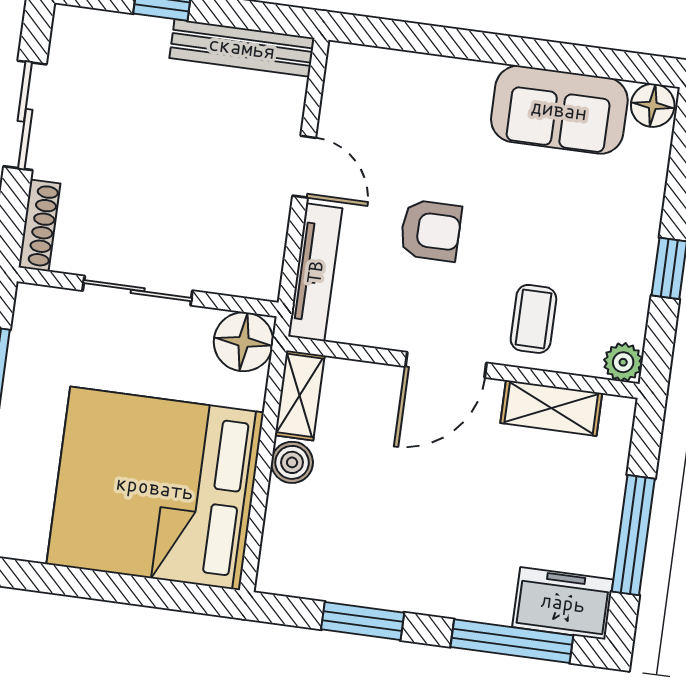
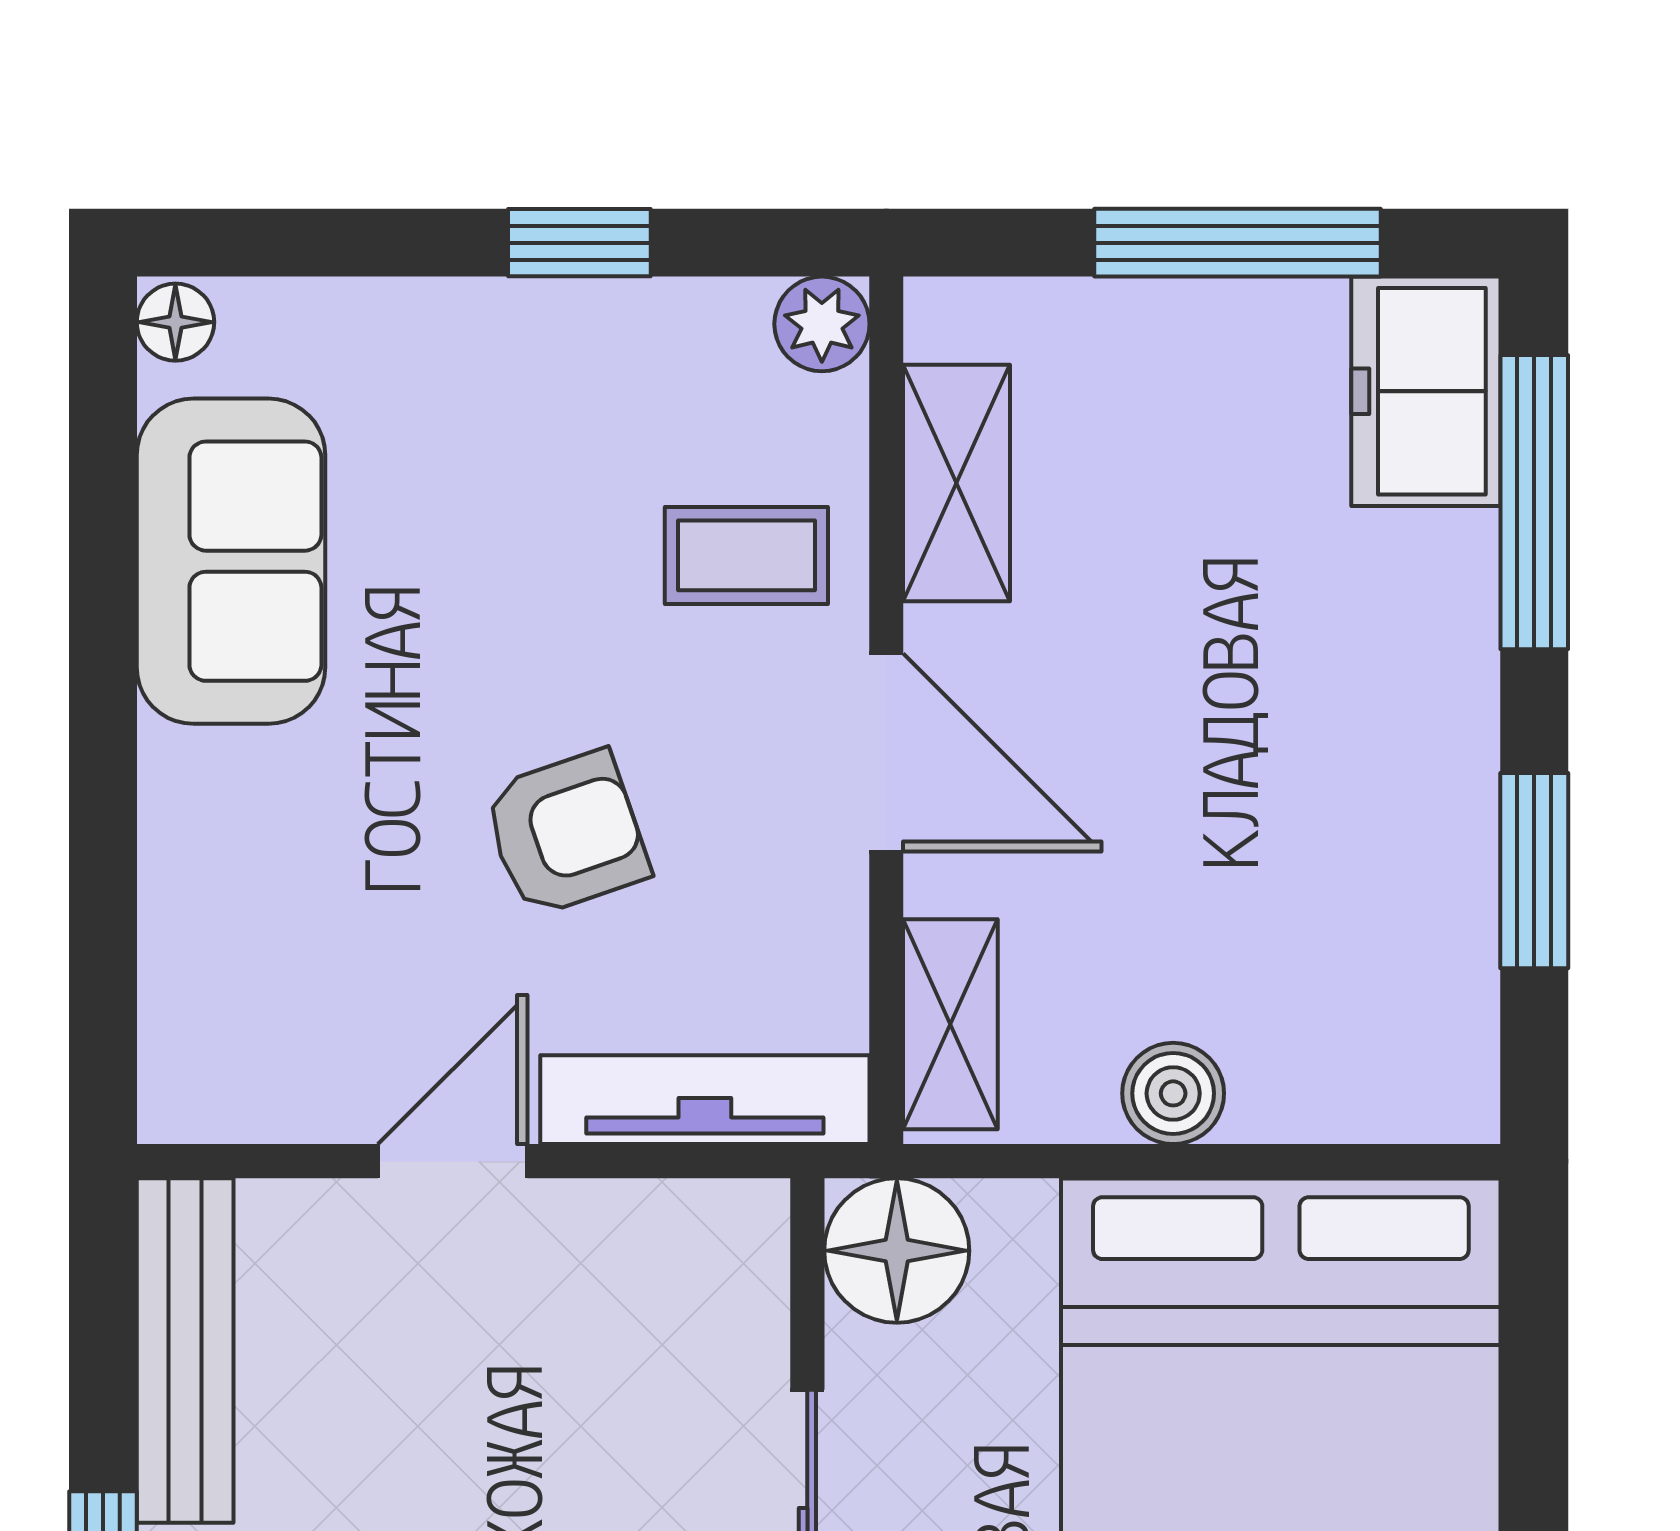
floor lamp: (653, 105) -> (175, 322), width x0.73, depth x0.73
armchair: (431, 231) -> (566, 833), turned 71
shelving: (300, 395) -> (950, 1024), moved, turned 90

